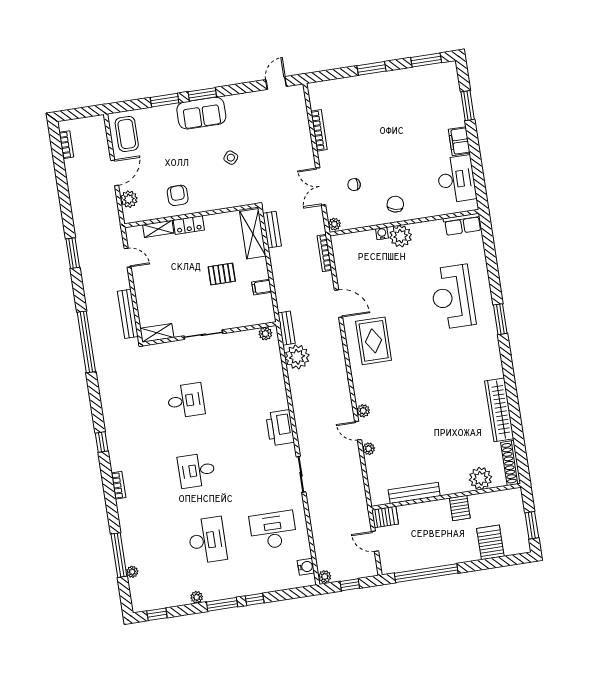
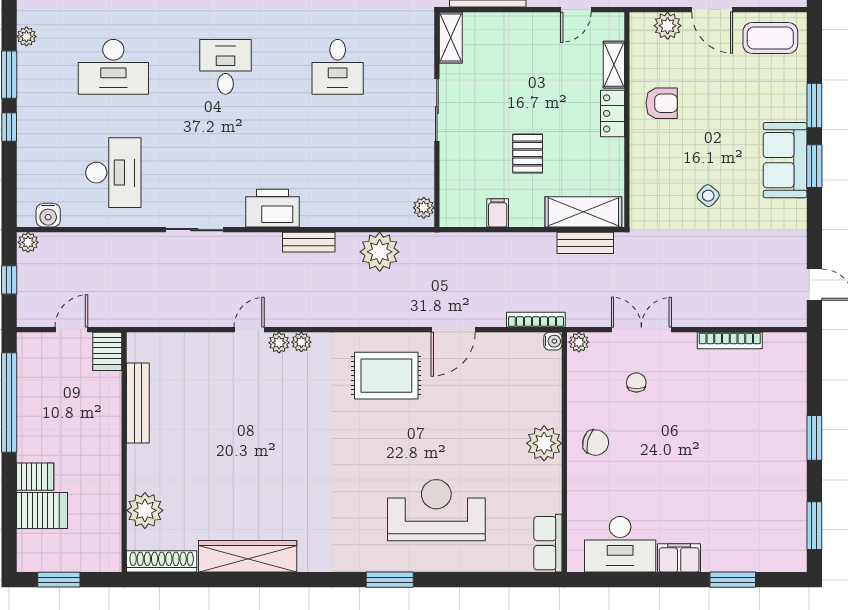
water cooler: (382, 233) -> (553, 341), moved
bench: (287, 328) -> (309, 242), moved
plant: (369, 449) -> (301, 342), moved
server rack: (460, 508) -> (35, 477), moved, turned 180

